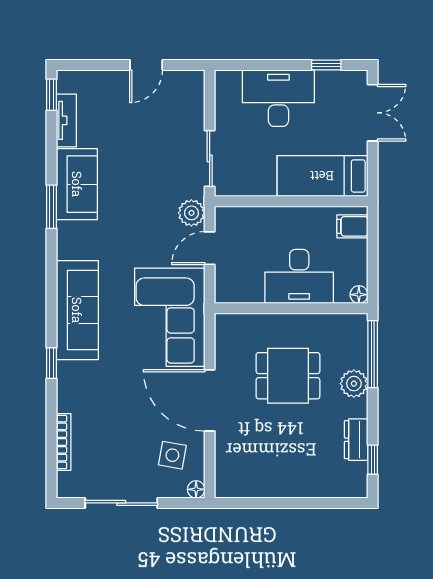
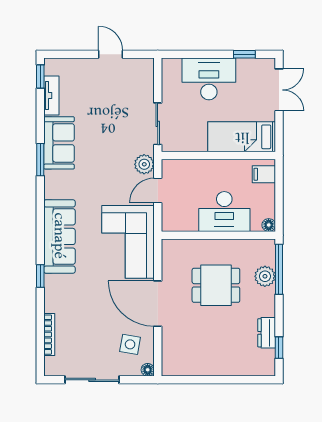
door: (146, 65) -> (110, 54), swing flipped
plant: (354, 384) -> (265, 276), moved

